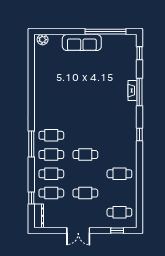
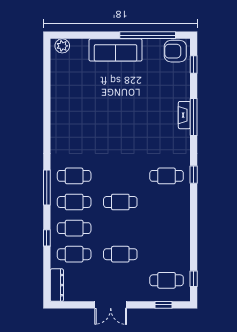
armchair: (126, 43) -> (175, 51), added
cafe table: (119, 174) -> (167, 176), moved
window: (31, 198) -> (47, 238), moved
window: (139, 211) -> (194, 279), added

